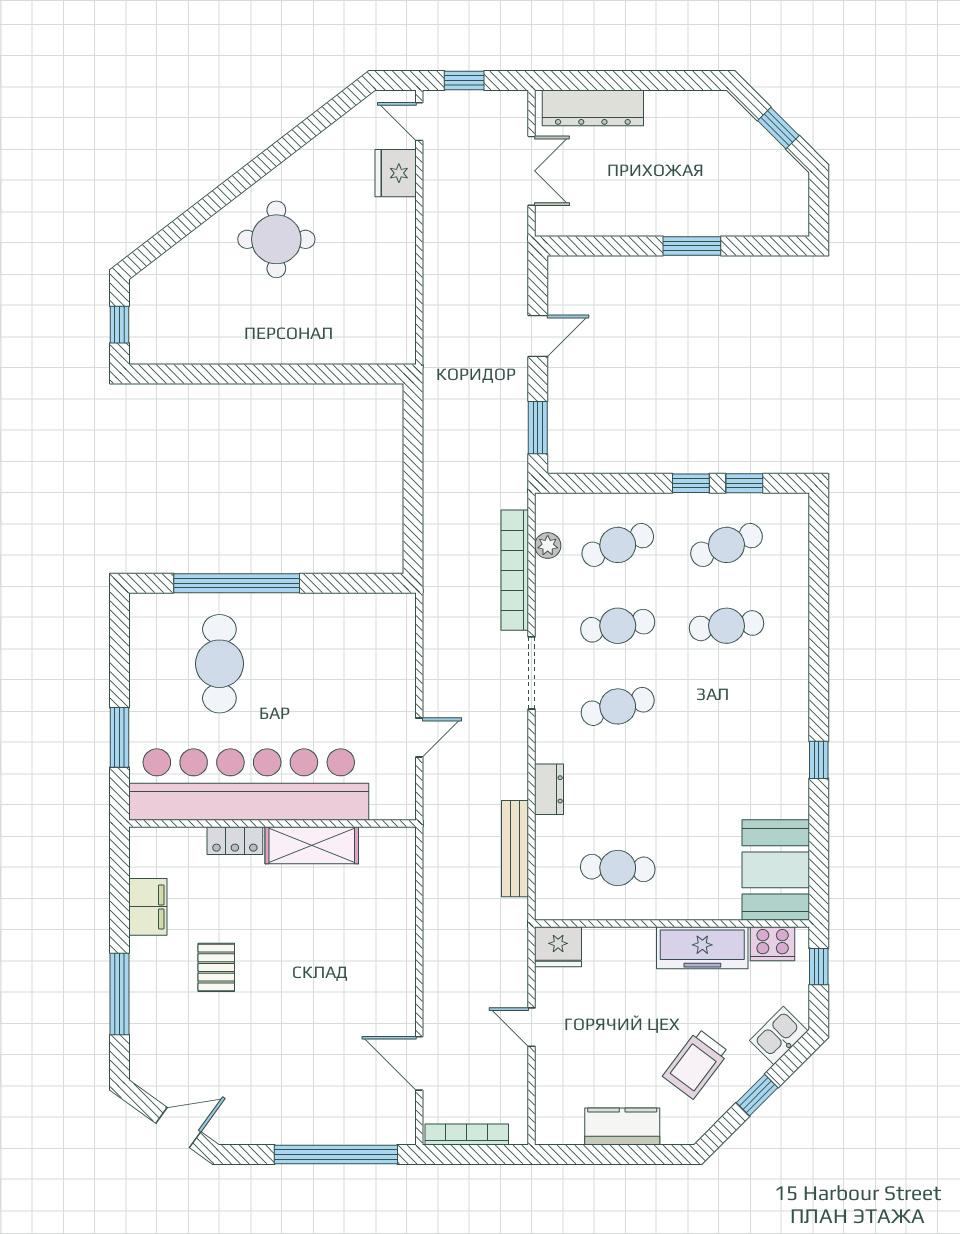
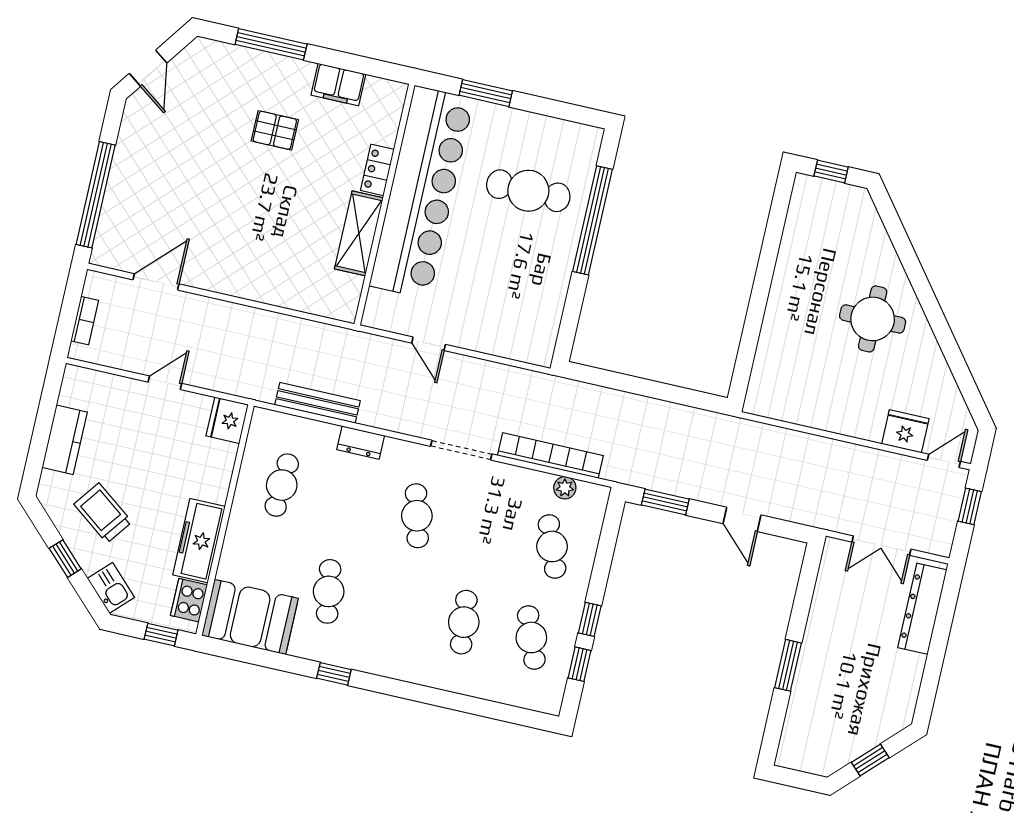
cafe table: (618, 626) -> (329, 591), moved
bookcase: (467, 1134) -> (85, 321), width x0.64

